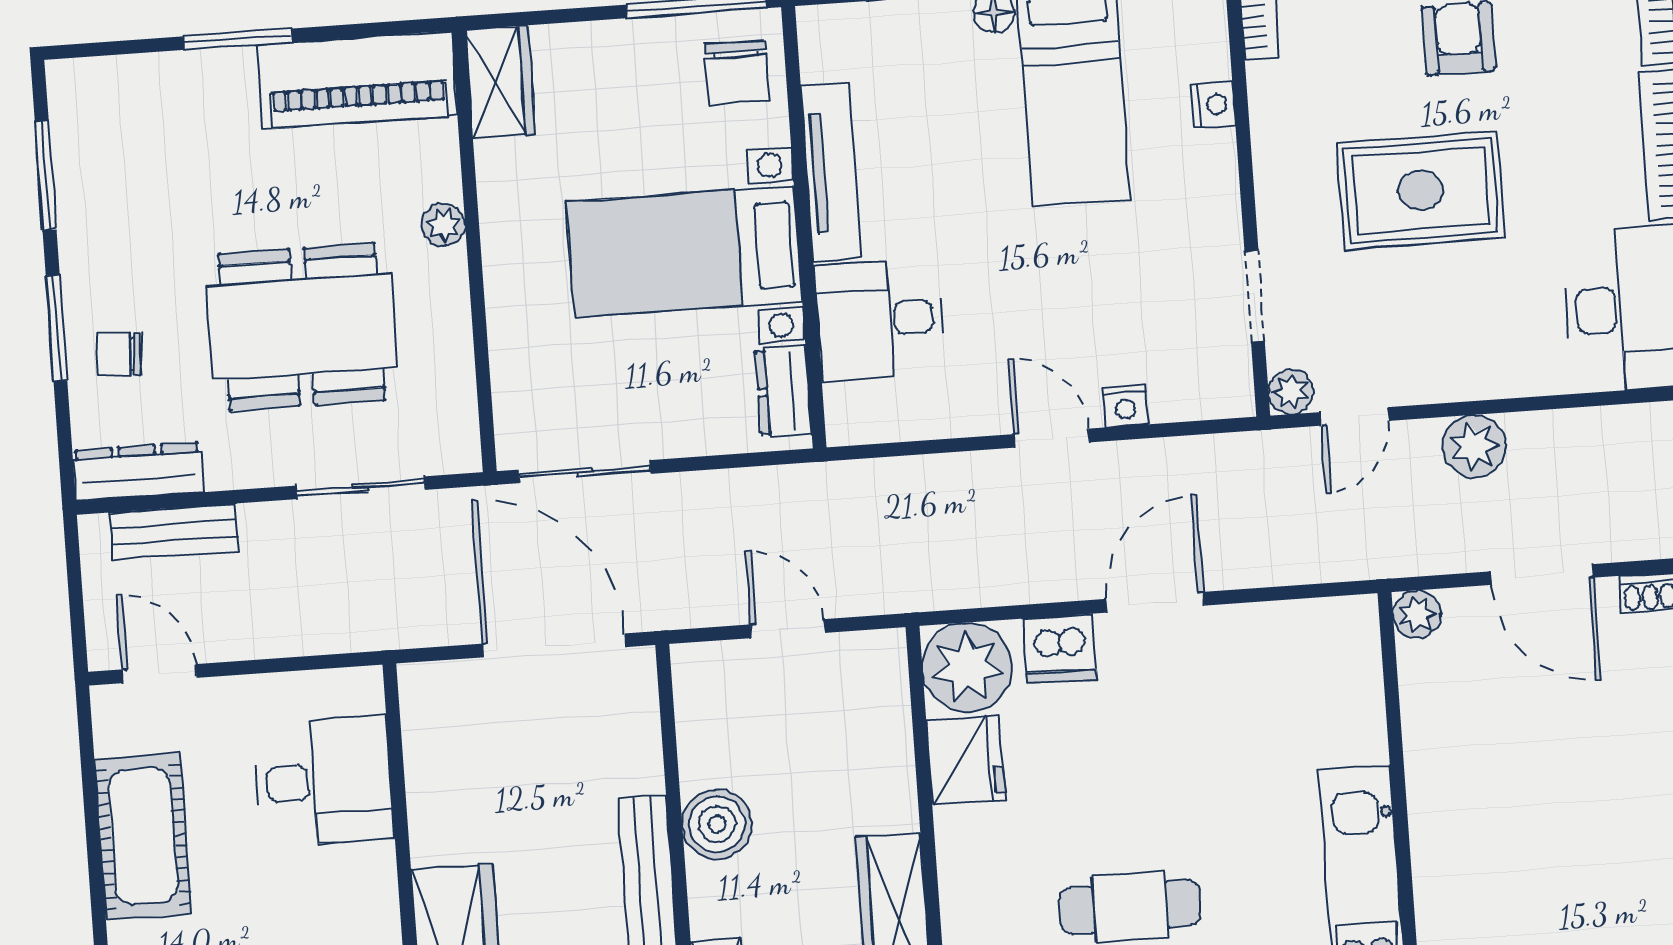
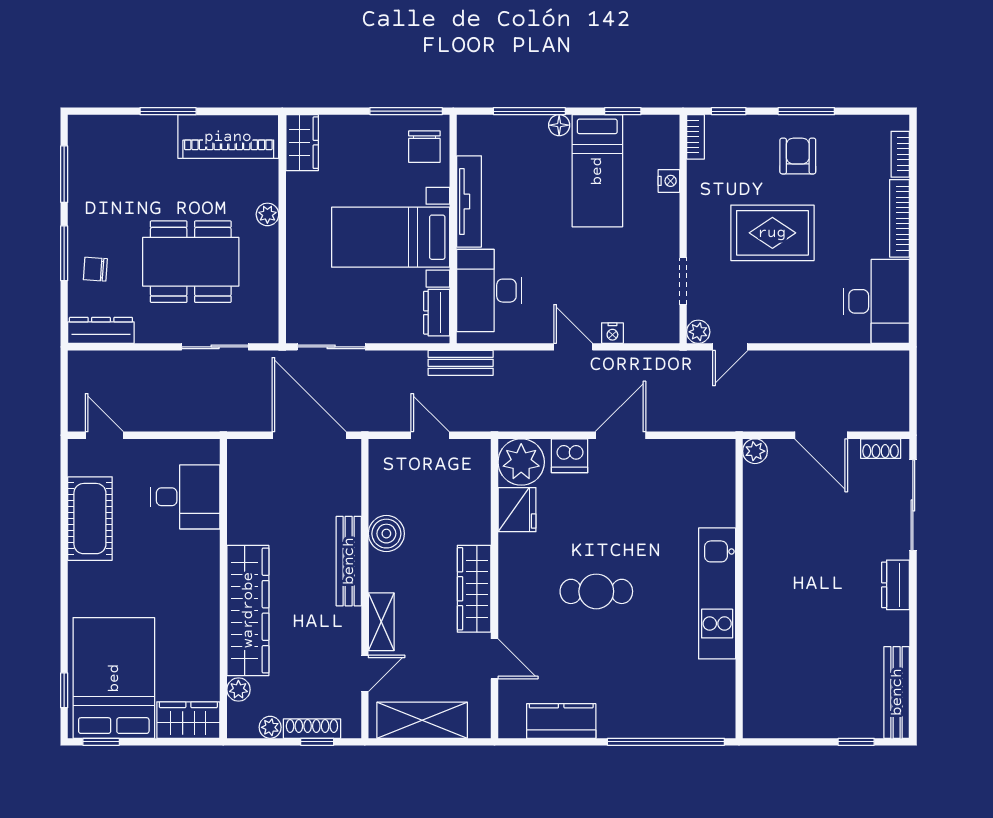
desk: (880, 320) -> (489, 291), width x1.37
plant: (1474, 446) -> (791, 367), removed
bench: (174, 532) -> (461, 363), moved

